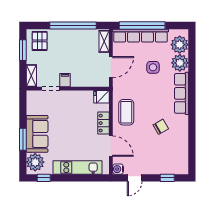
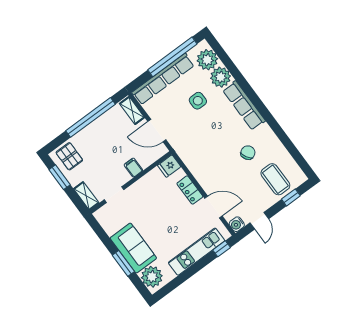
window: (142, 25) -> (172, 57), moved
door: (111, 67) -> (157, 131), swing flipped
filing cabinet: (65, 80) -> (133, 168), moved
coffee table: (126, 112) -> (275, 179), moved
window: (44, 178) -> (222, 249), moved

